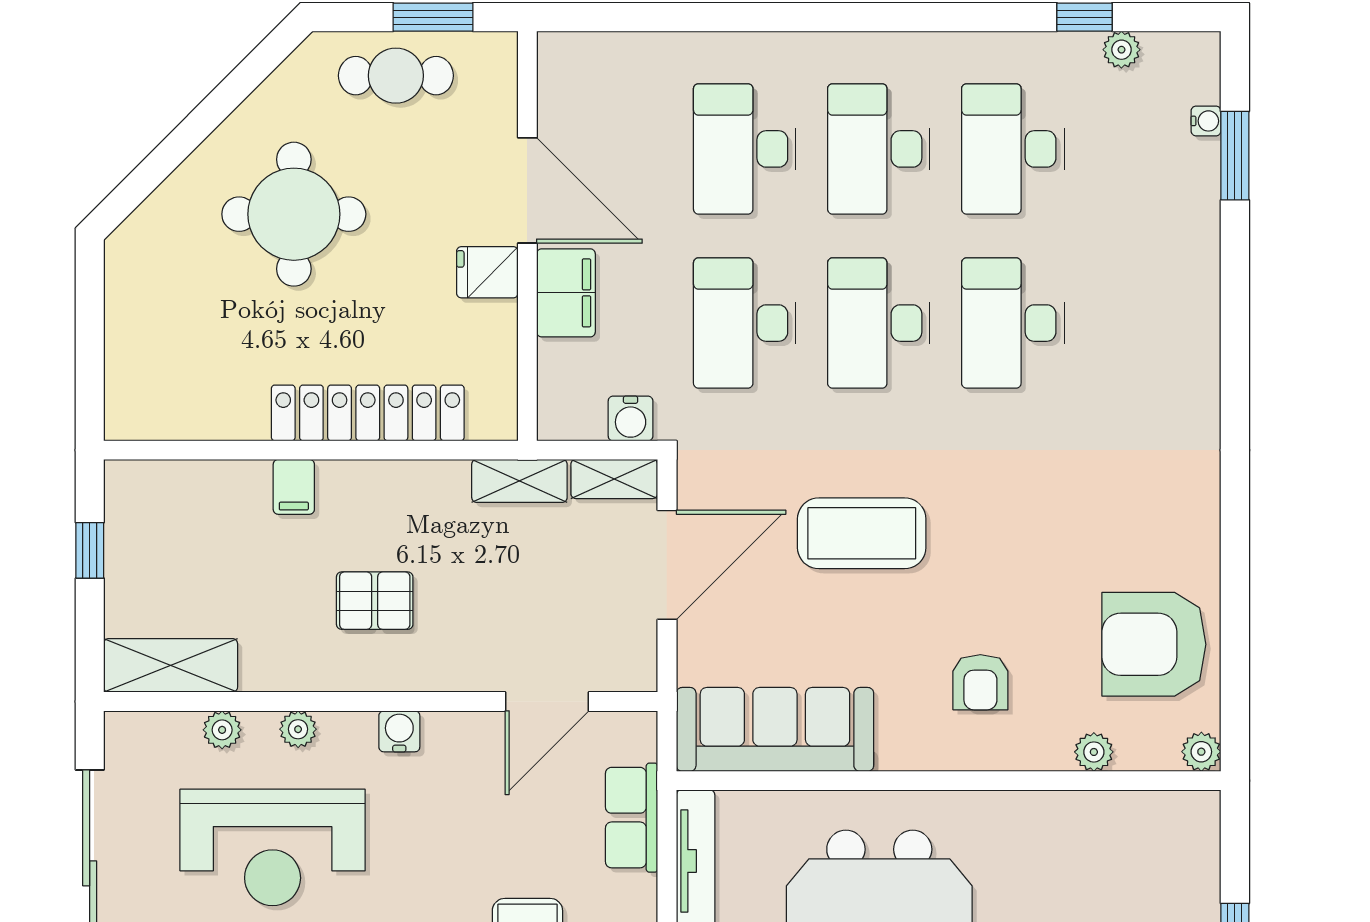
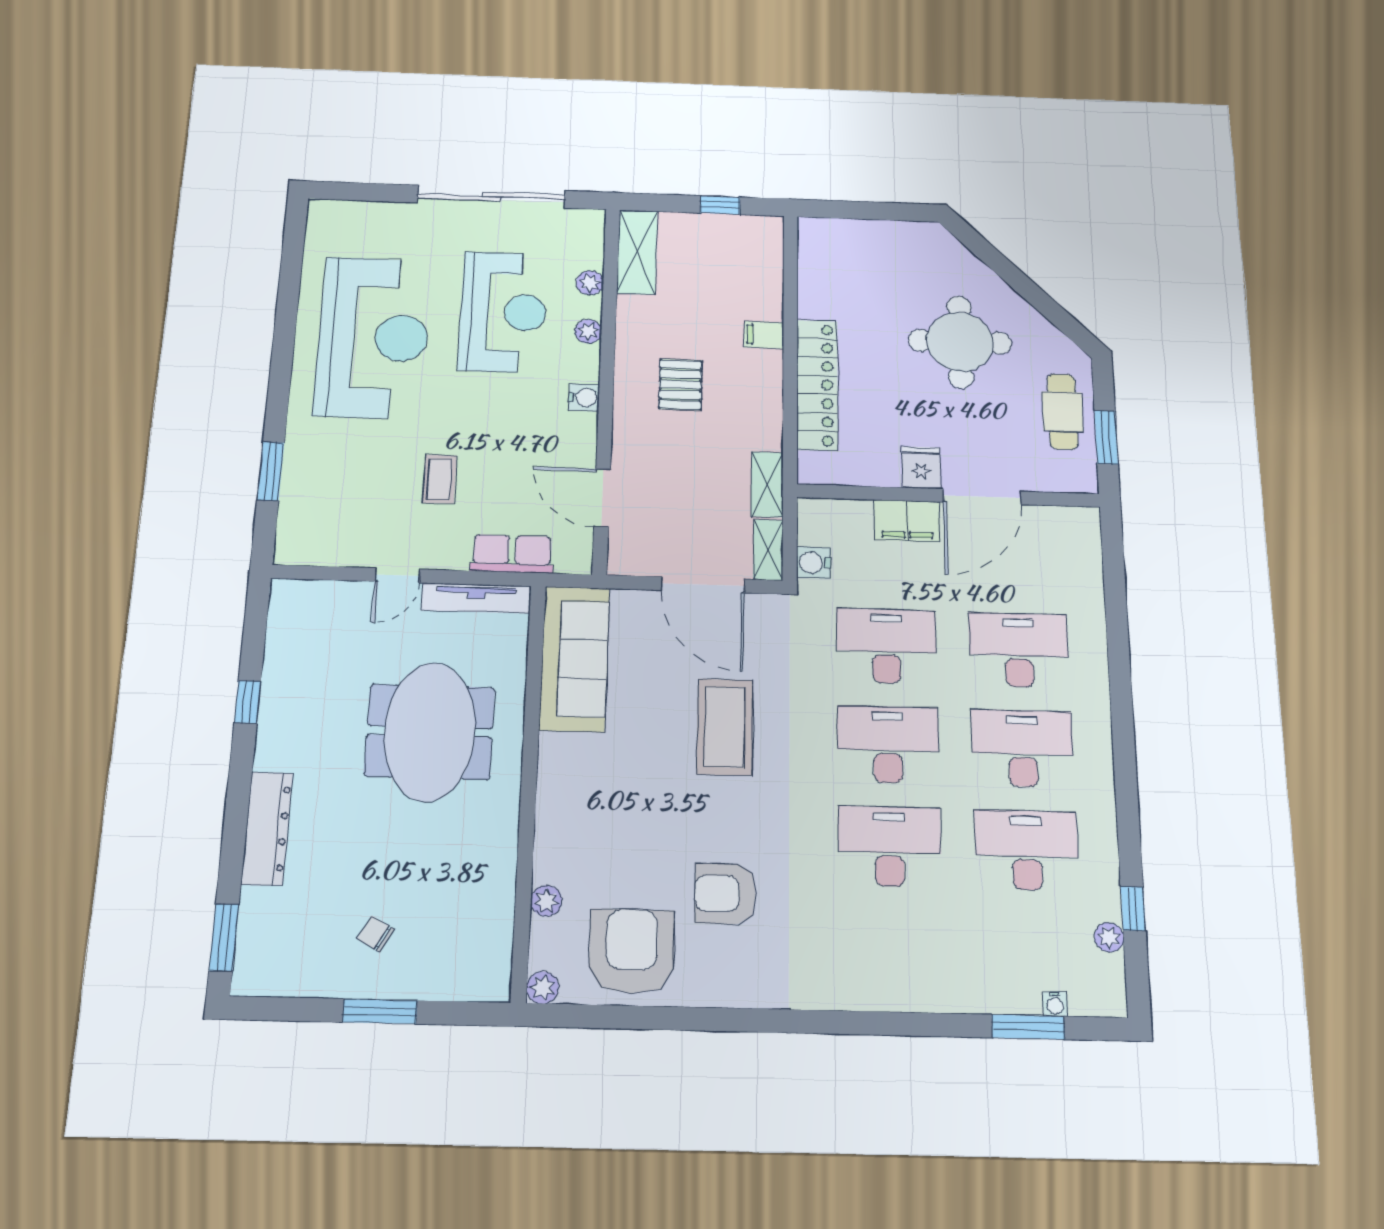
armchair: (980, 682) -> (726, 894), moved, width x1.38, depth x1.38
reception desk: (273, 847) -> (503, 312), turned 180

